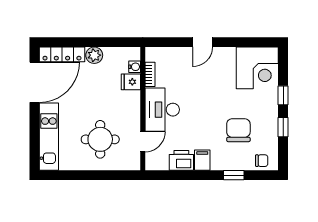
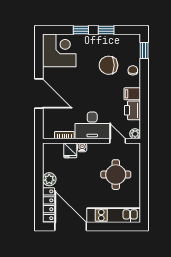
door: (203, 42) -> (39, 94), width x1.88
water cooler: (135, 67) -> (82, 147), moved
chair: (262, 161) -> (133, 70), moved
plant: (152, 164) -> (135, 134), added
window: (234, 175) -> (144, 50), moved

